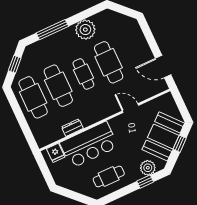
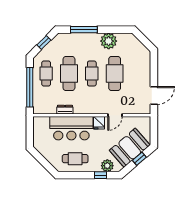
door: (163, 67) -> (154, 96), swing flipped
cafe table: (33, 97) -> (46, 74), width x0.73, depth x0.74
door: (130, 108) -> (115, 115), swing flipped
window: (22, 121) -> (30, 87), added
fridge: (56, 153) -> (99, 123), moved

